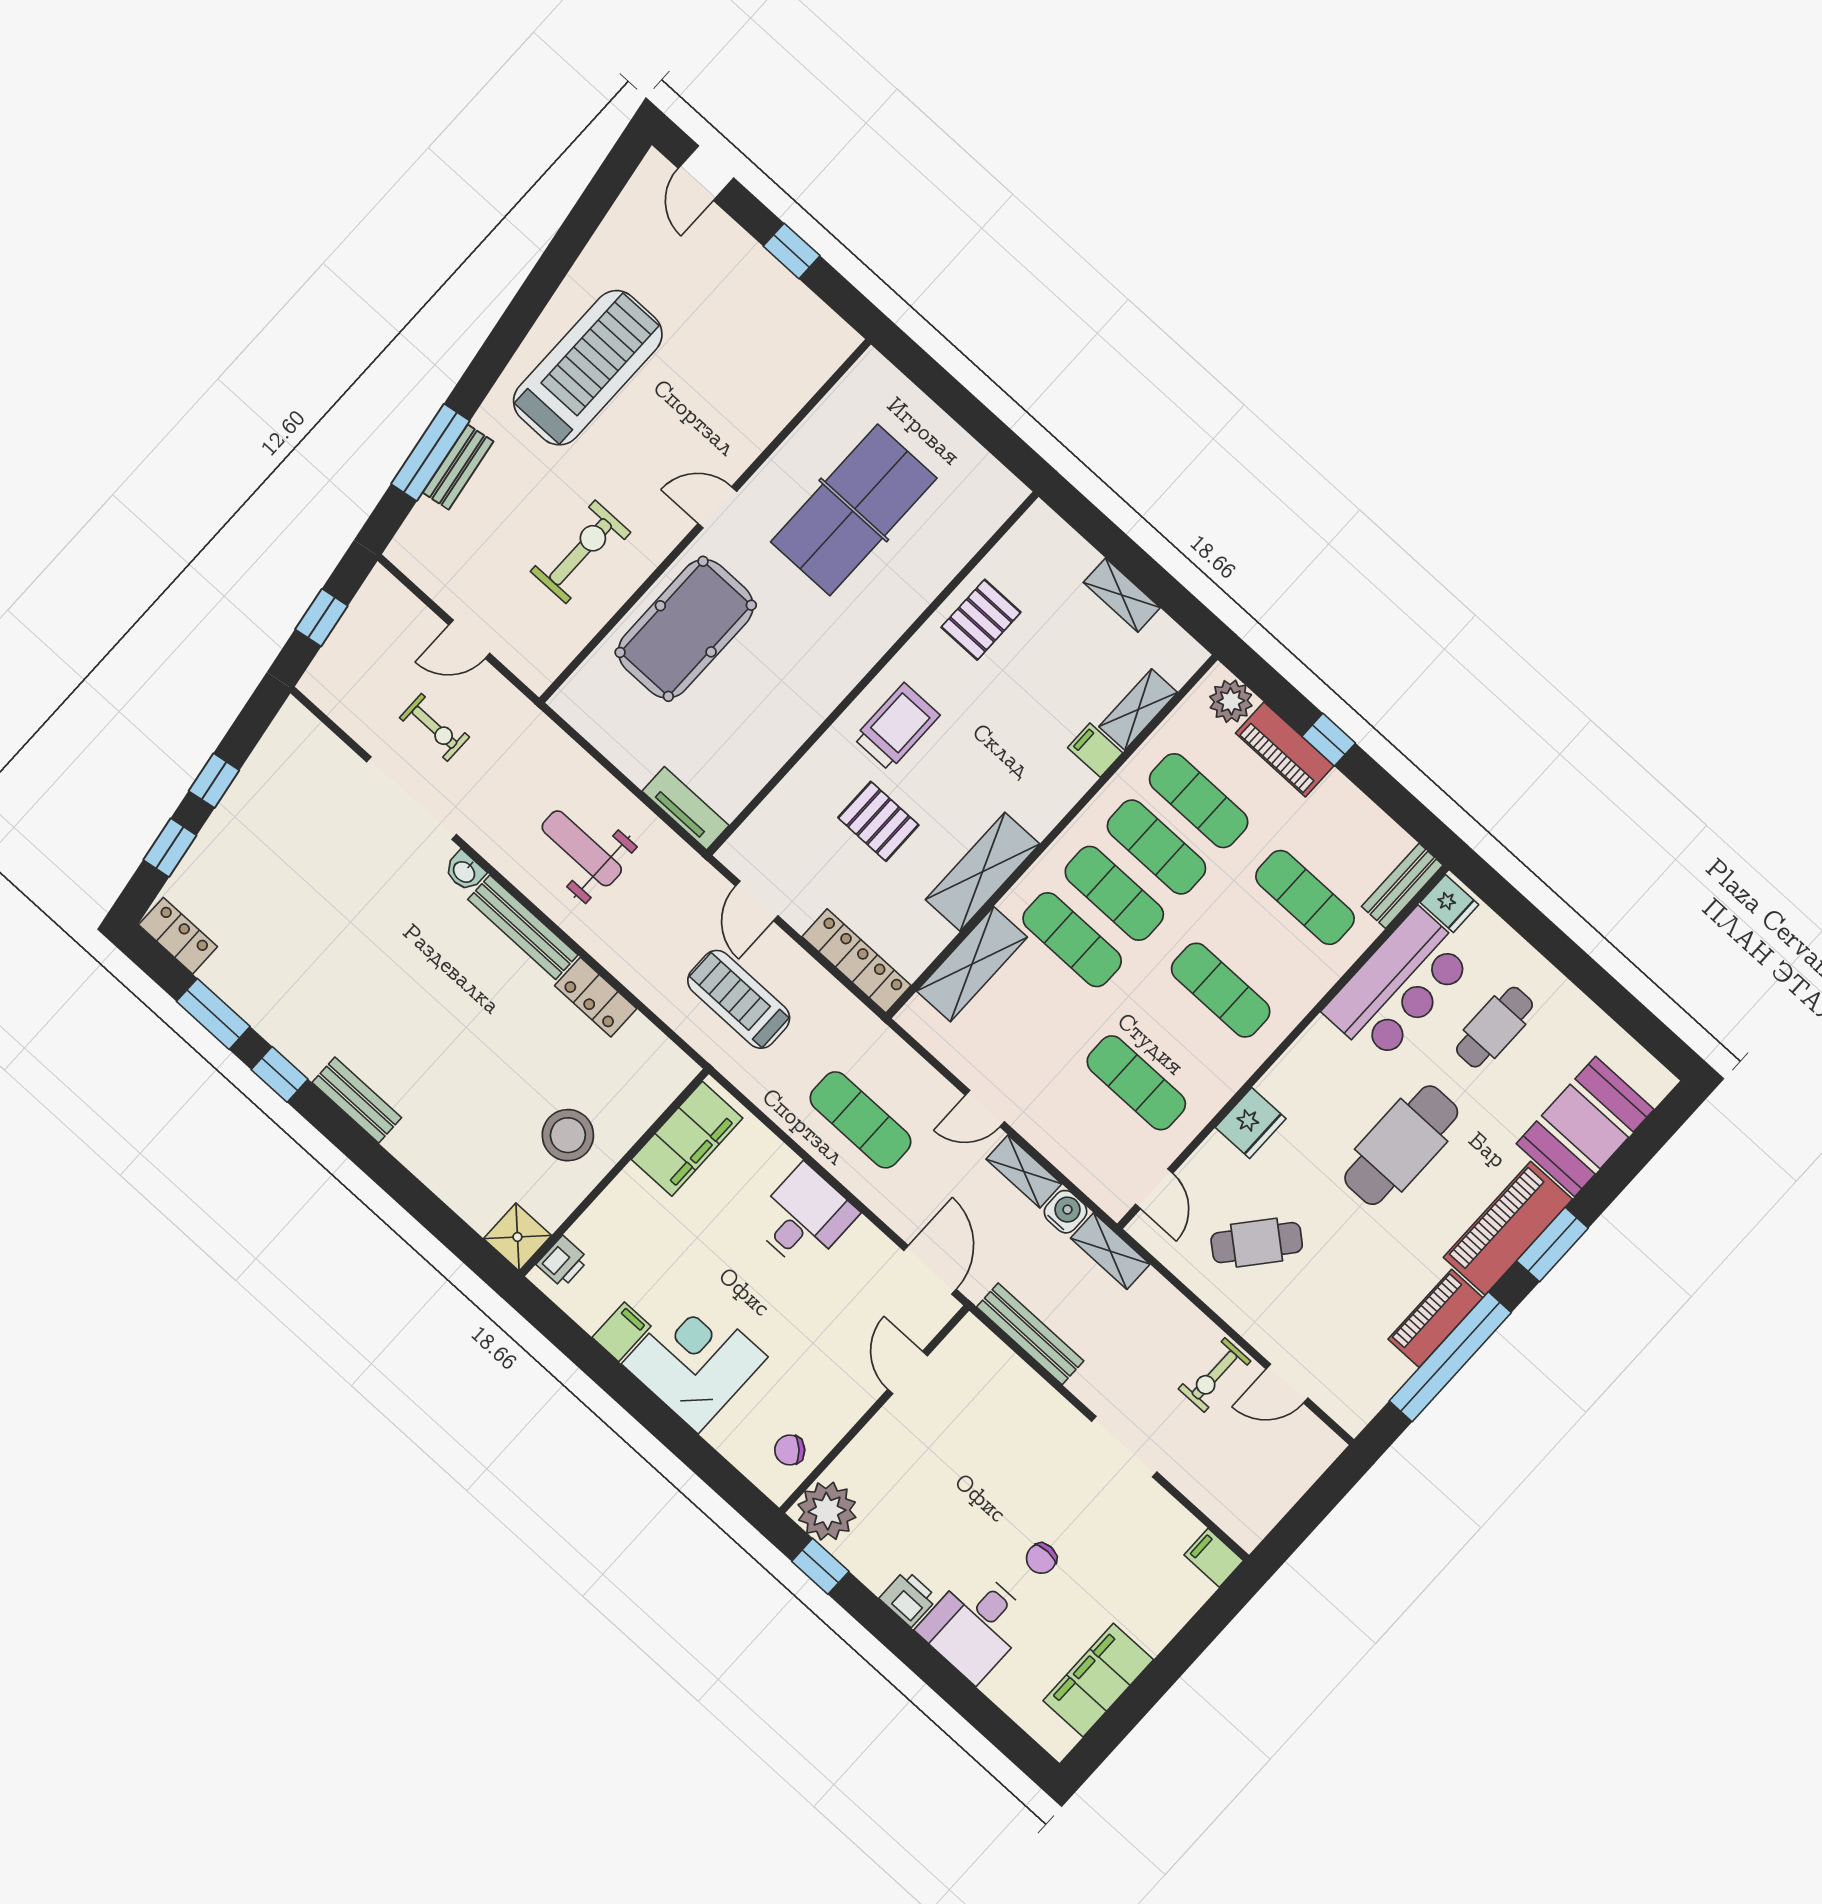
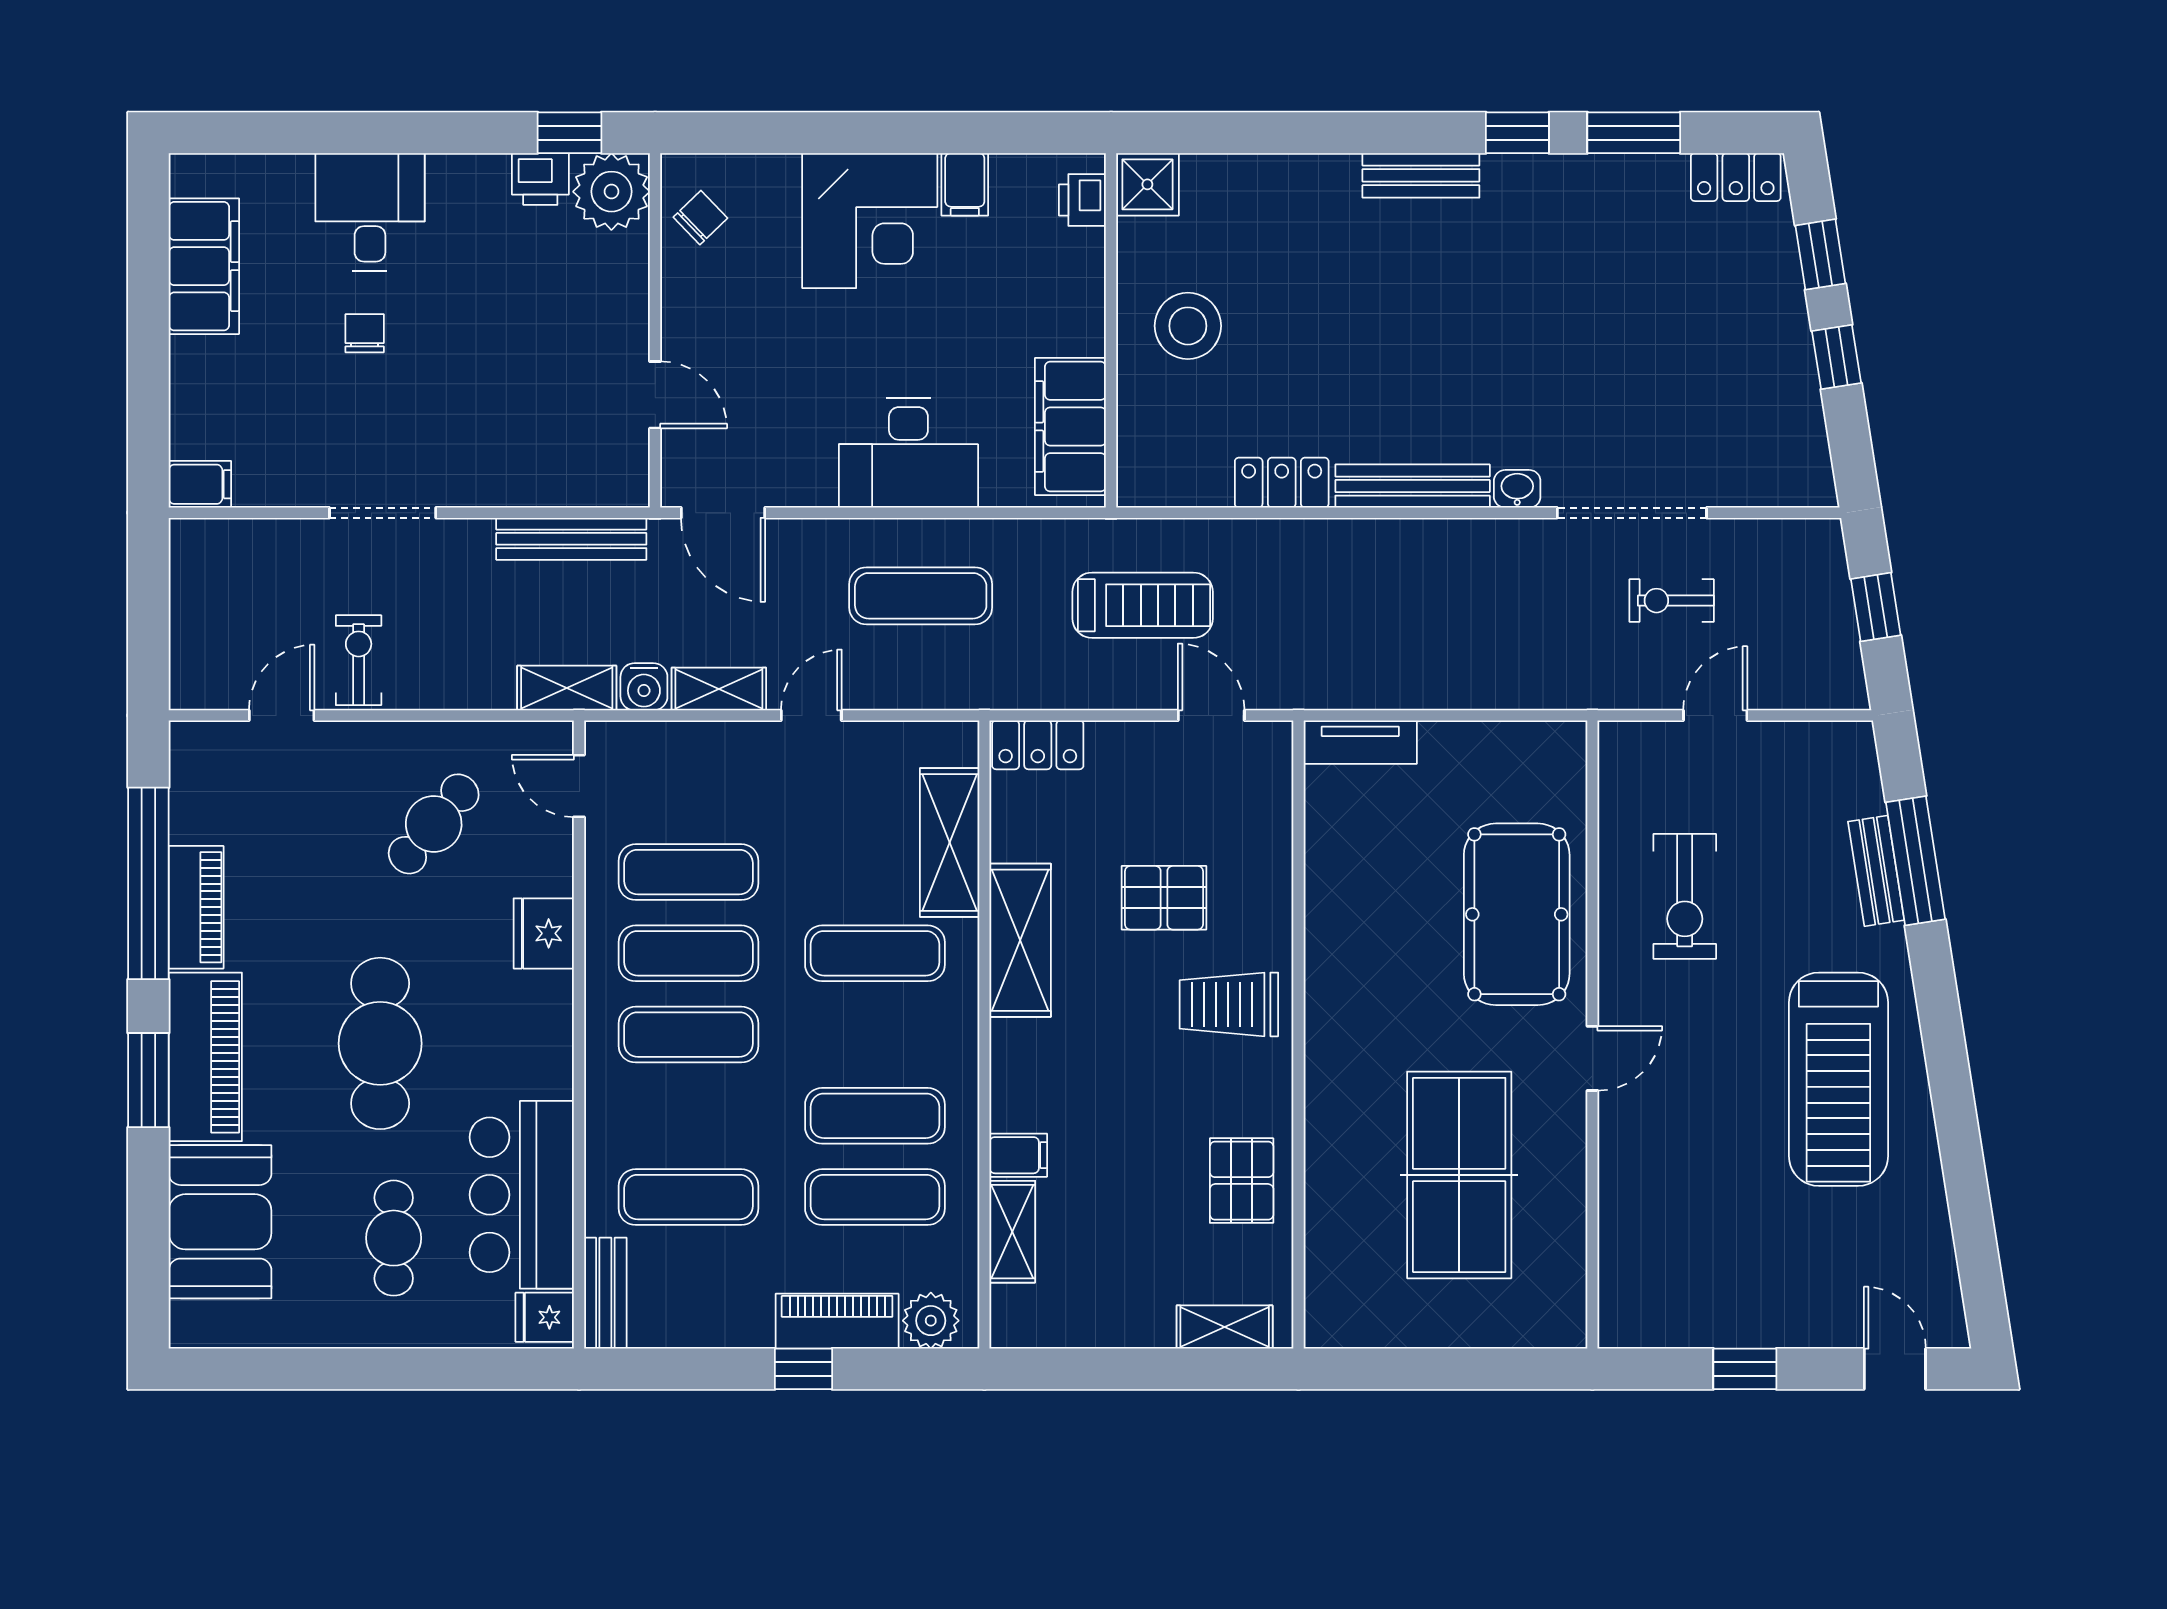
shelving: (1122, 595) -> (1225, 1327), moved
trolley: (897, 727) -> (1229, 1004), turned 90
weight bench: (582, 848) -> (1425, 613), removed
exercise mat: (1114, 893) -> (689, 953), moved
locker: (856, 961) -> (1038, 745), width x0.66
desk: (804, 1218) -> (908, 453), width x1.37
printer: (908, 1598) -> (540, 179), moved

